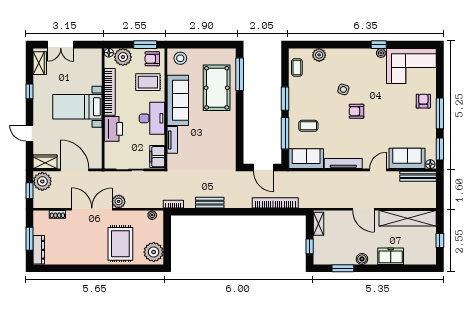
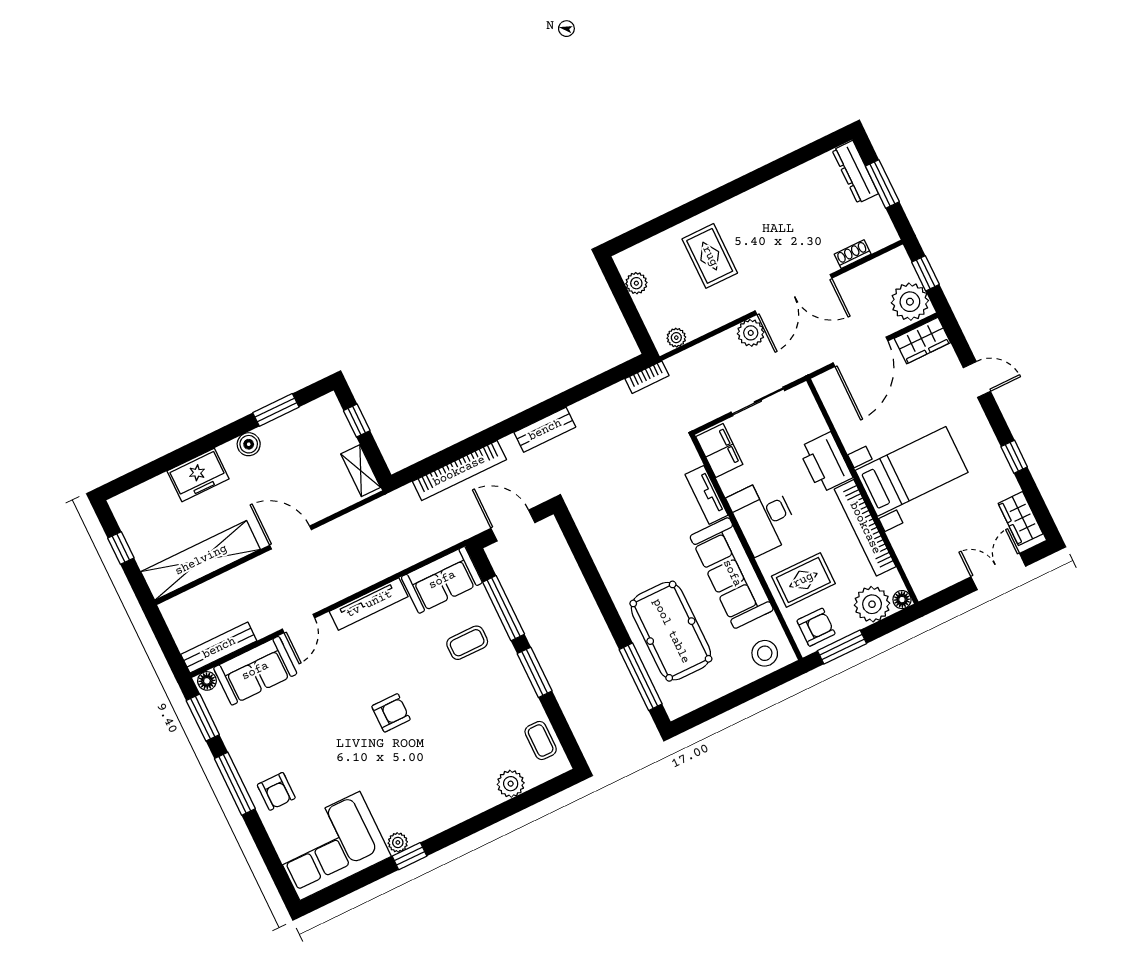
side table: (343, 89) -> (435, 741), removed
door: (75, 170) -> (860, 352), hinge flipped
bench: (210, 203) -> (545, 430), moved
rug: (120, 244) -> (710, 256), width x0.73, depth x0.70
plant: (154, 252) -> (636, 283), width x0.53, depth x0.53

